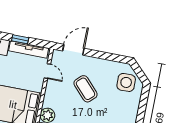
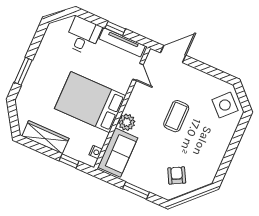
side table: (126, 82) -> (225, 105), turned 45
coffee table: (85, 89) -> (176, 116), moved, turned 43

